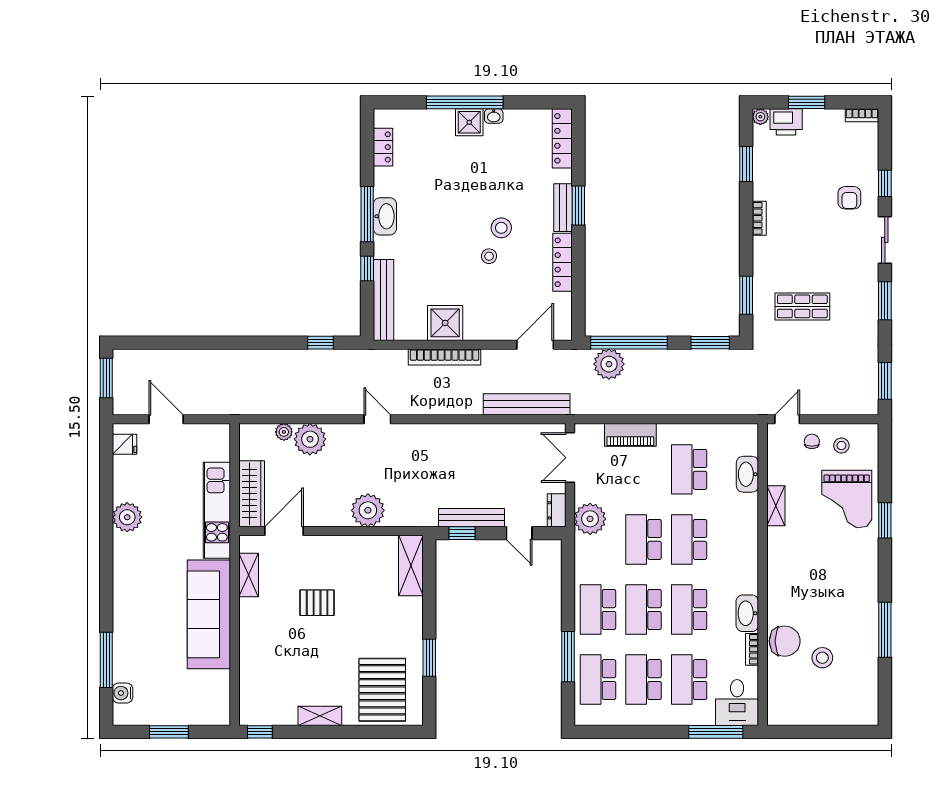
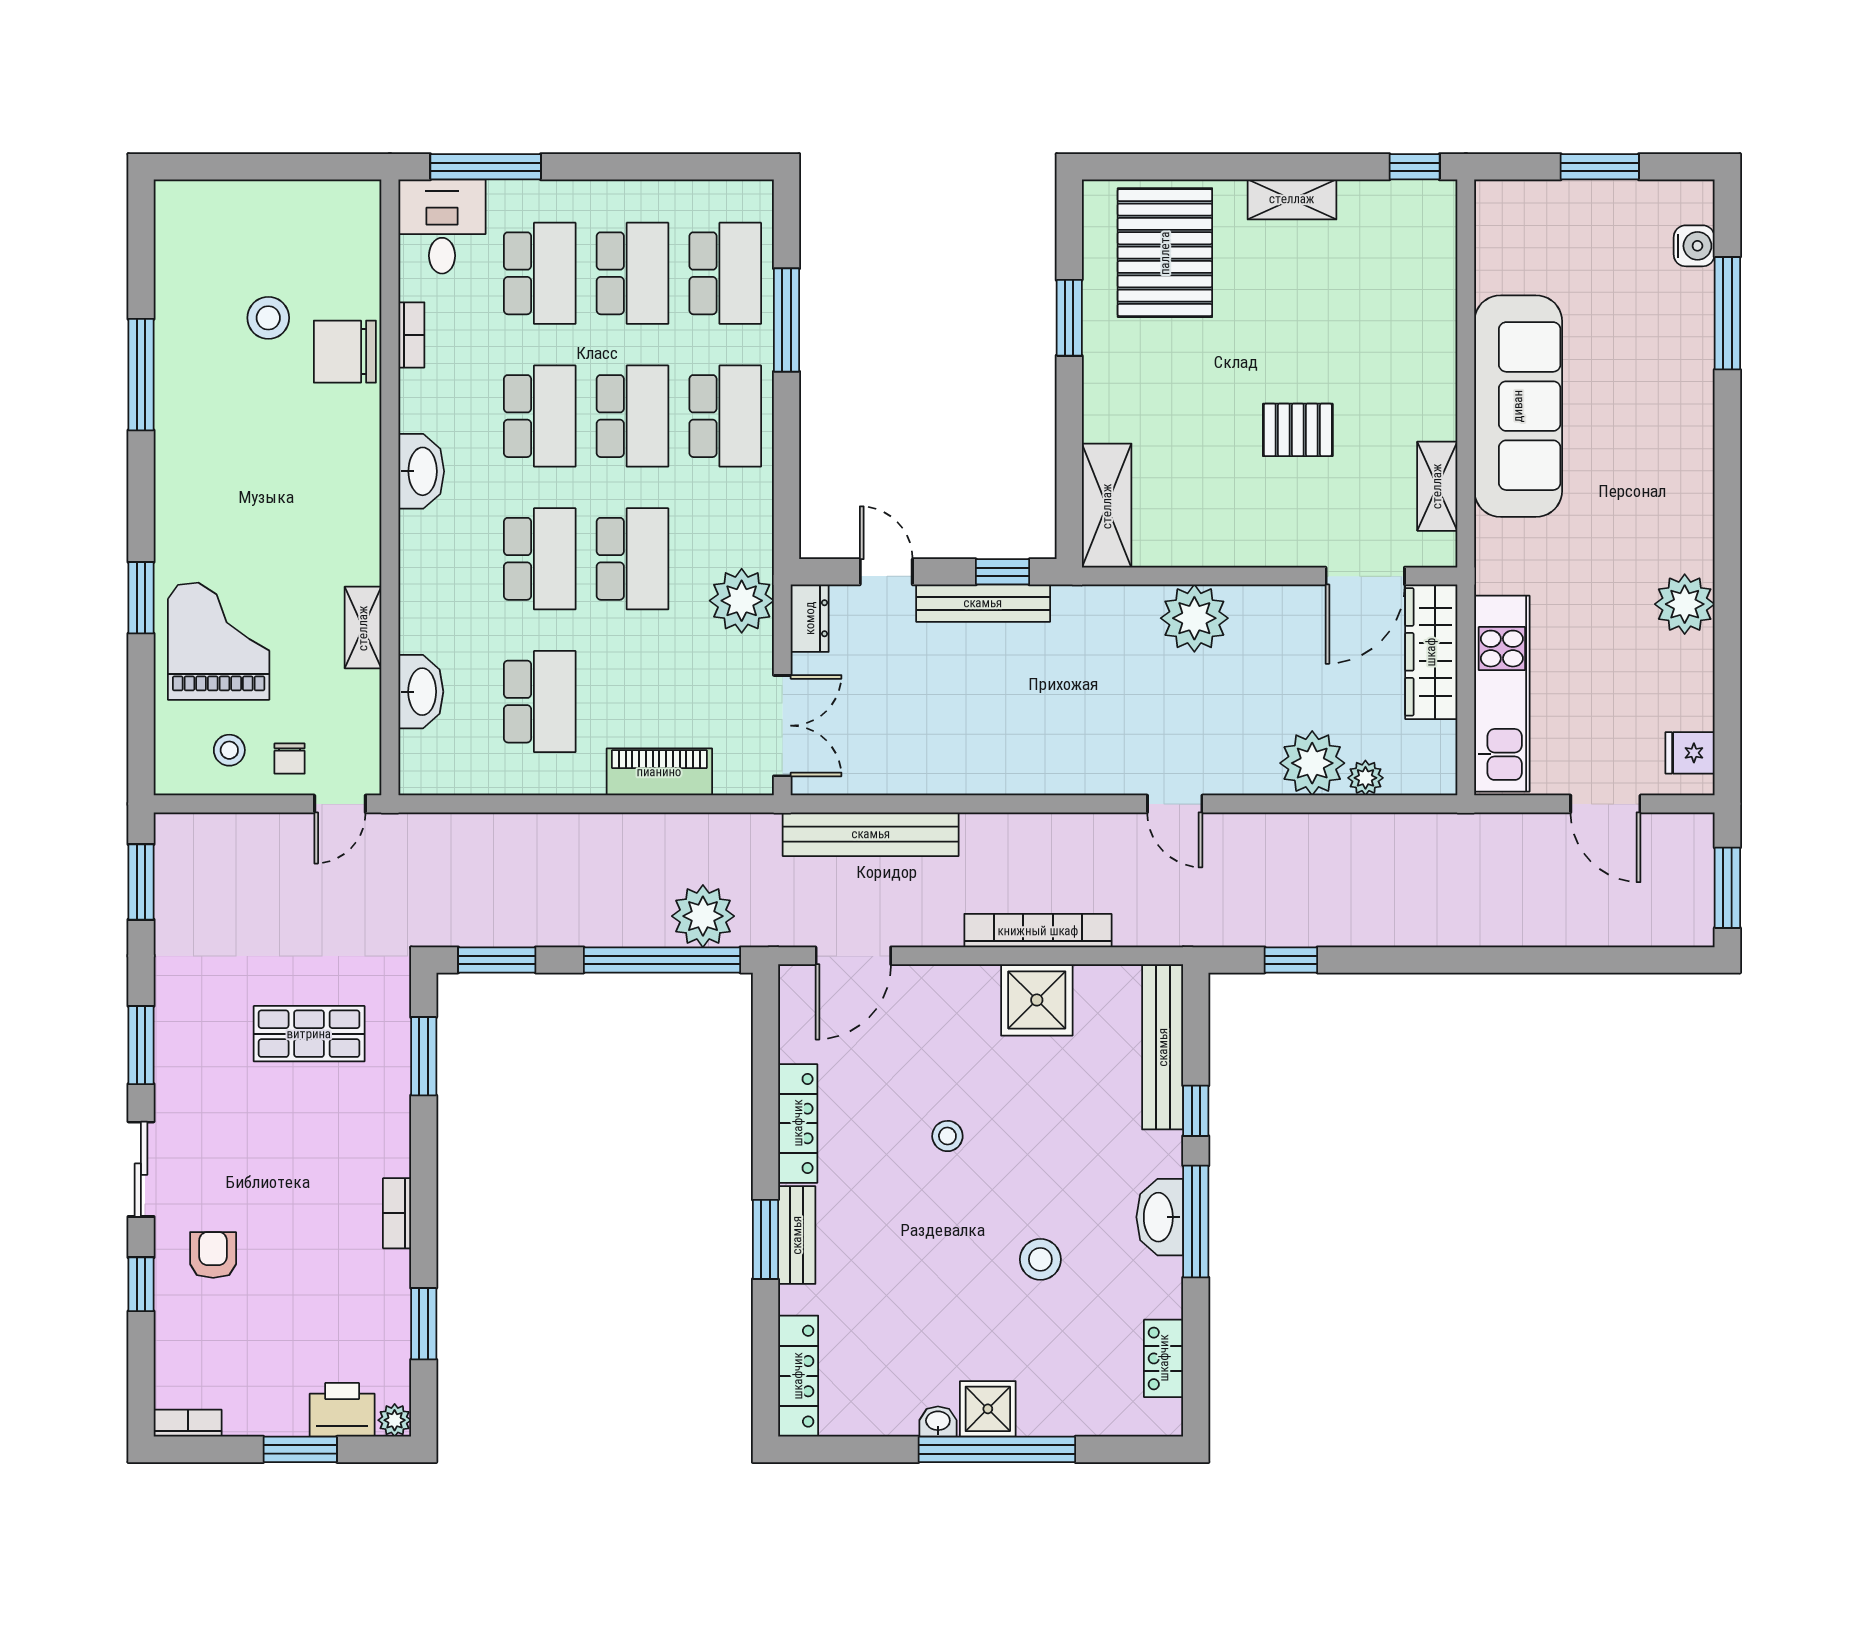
stool: (501, 228) -> (1040, 1259), moved
kitchen unit: (217, 510) -> (1502, 694), moved
washbasin: (747, 613) -> (421, 471), moved

